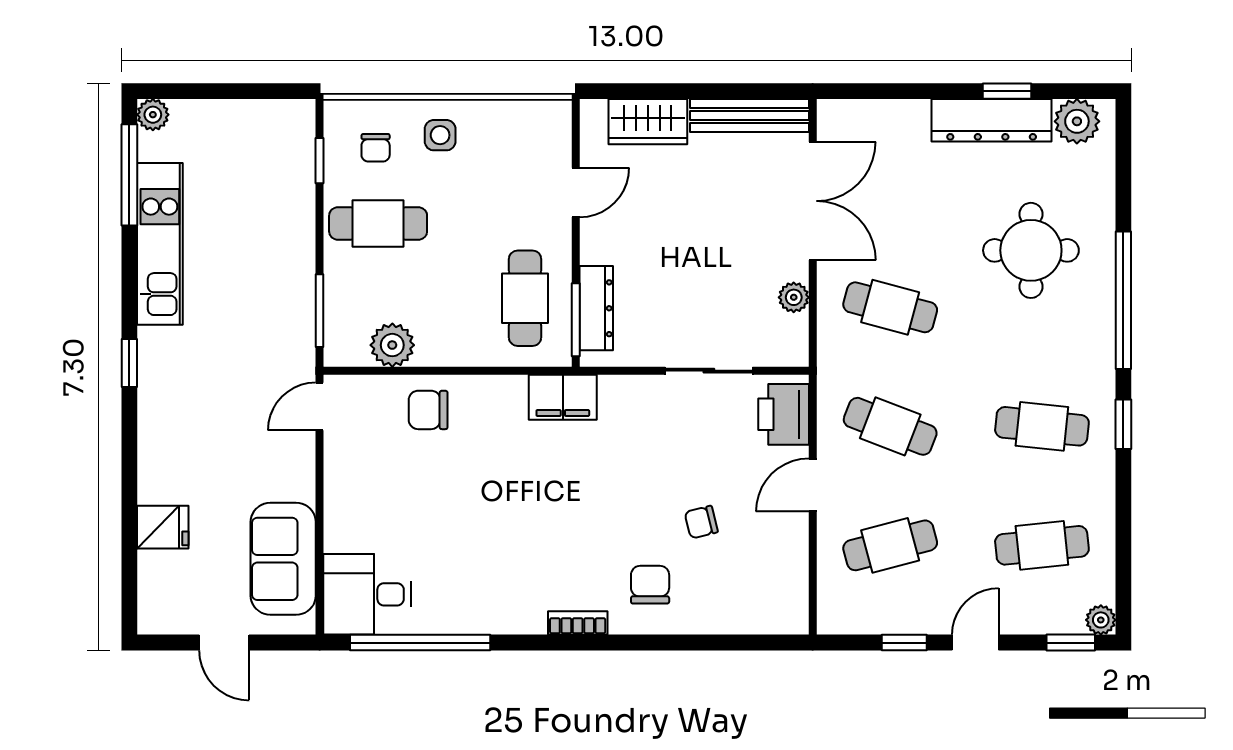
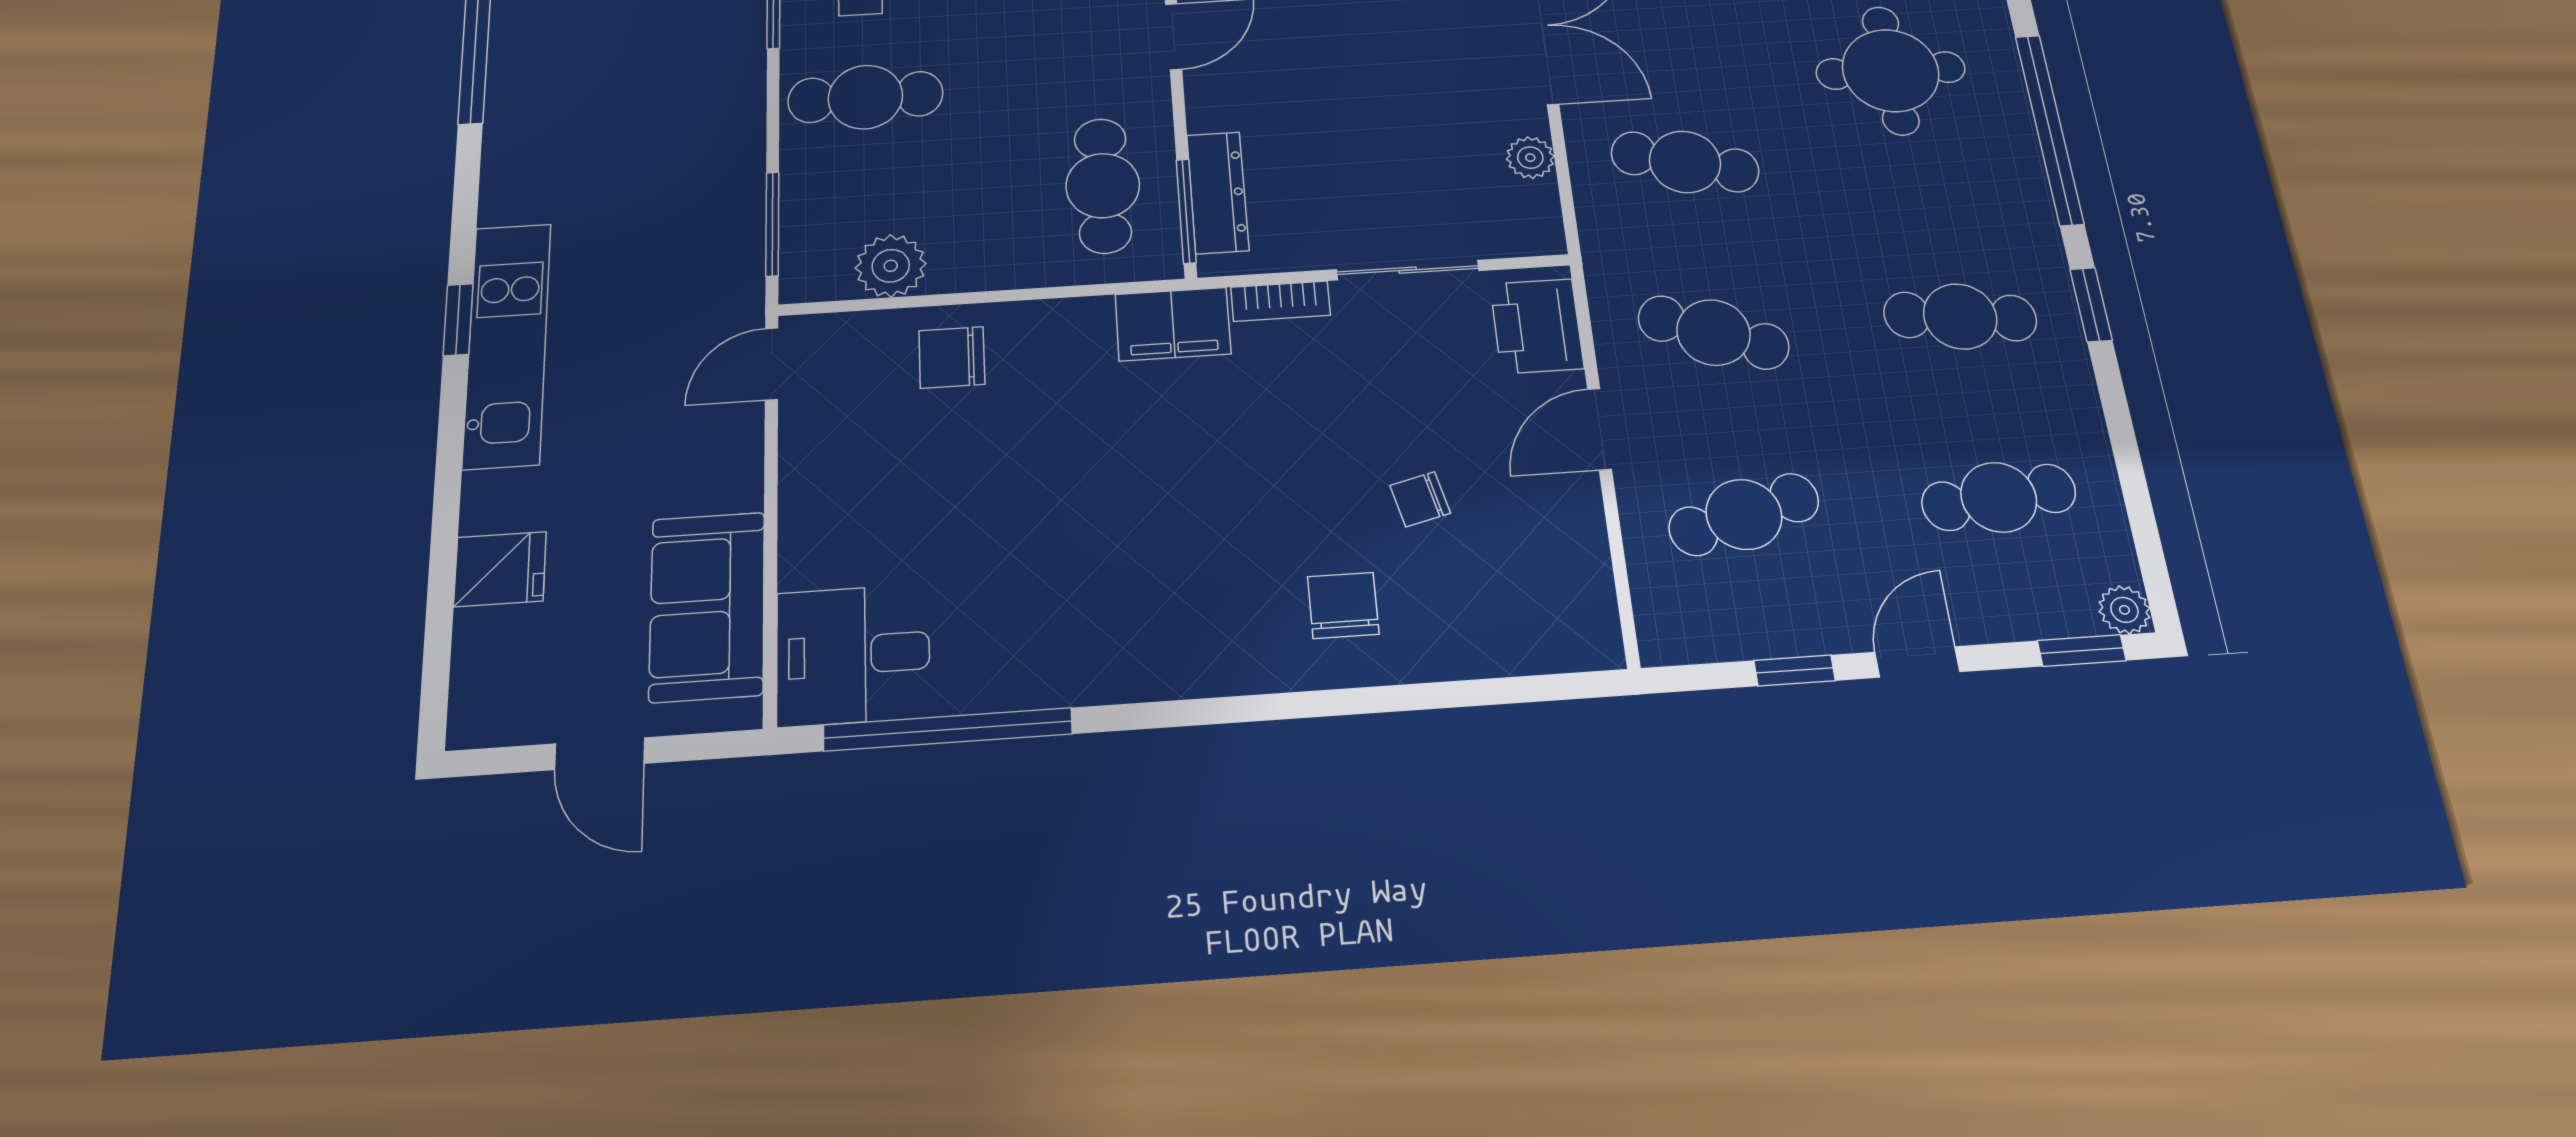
kitchen unit: (160, 244) -> (507, 345), moved
bookcase: (578, 623) -> (1281, 301), moved, turned 180

